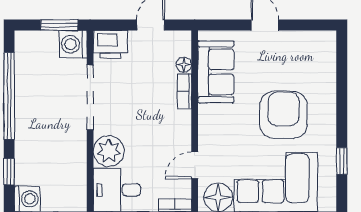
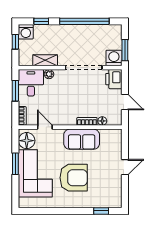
sofa: (216, 72) -> (82, 139), moved
plant: (109, 151) -> (49, 74), width x0.53, depth x0.53
window: (342, 161) -> (101, 211), moved
shelving: (77, 165) -> (45, 60), added

